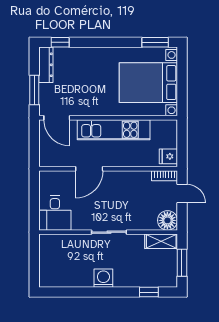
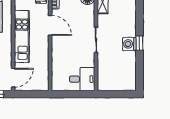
door: (89, 169) -> (50, 25), moved
window: (149, 292) -> (139, 43), moved

